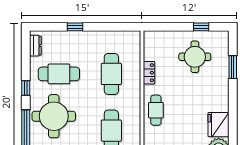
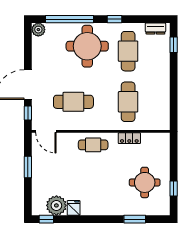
window: (75, 27) -> (174, 45), moved
cafe table: (111, 74) -> (128, 102), turned 90
fridge: (218, 125) -> (74, 208), width x0.53, depth x0.75

